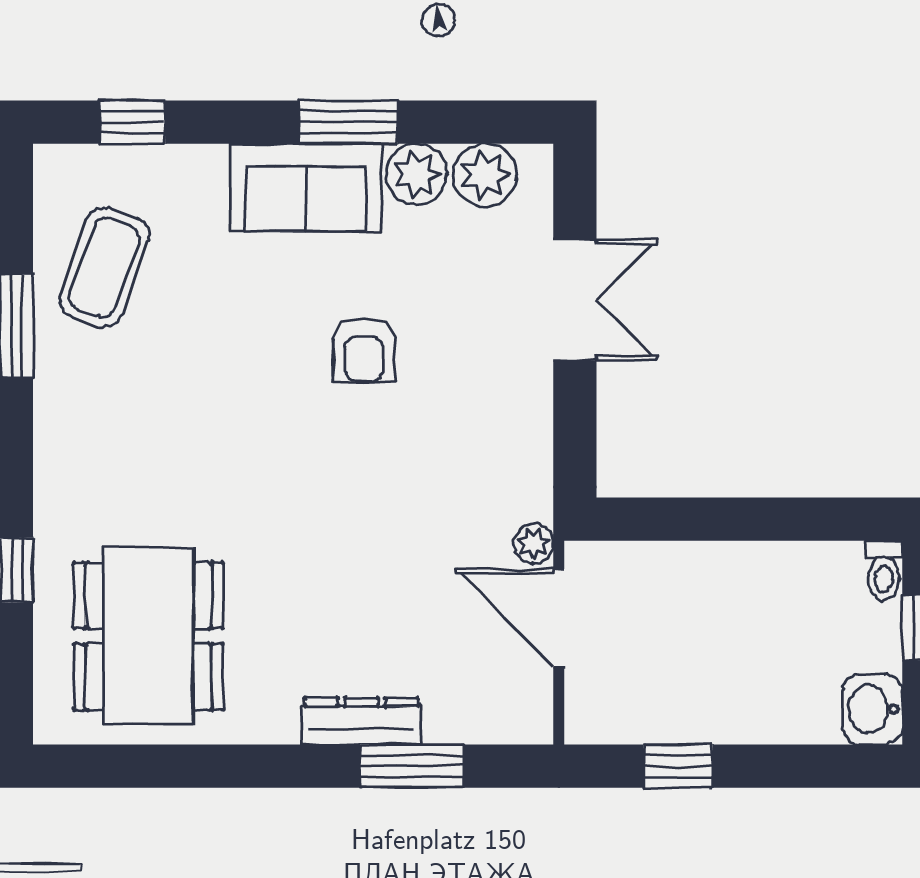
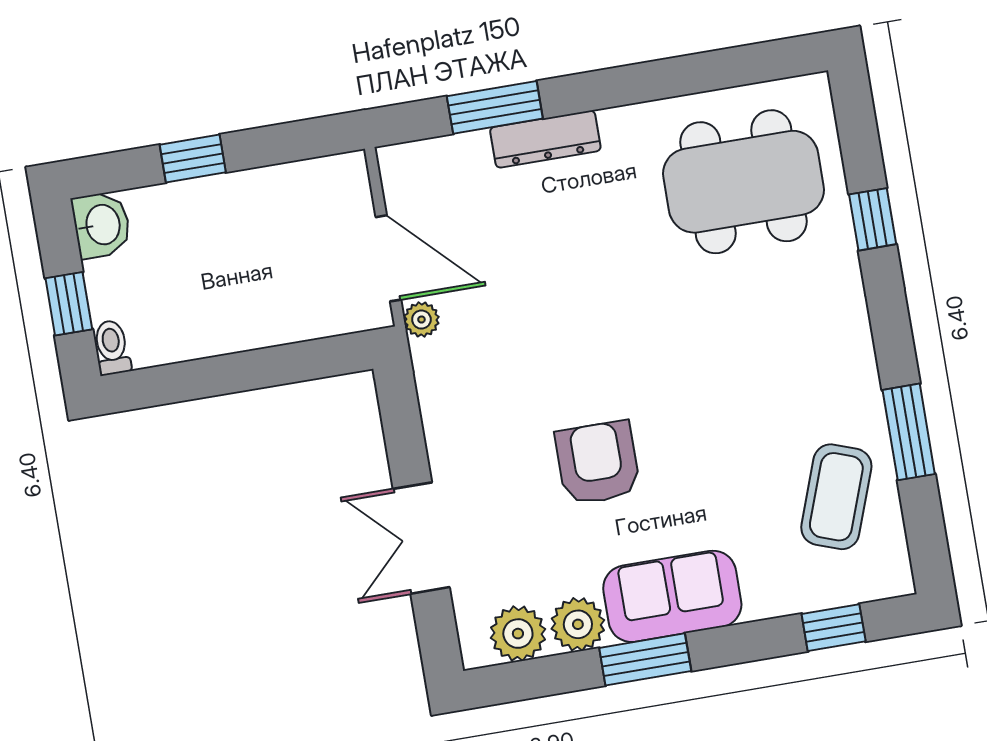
armchair: (364, 350) -> (598, 463), width x1.38, depth x1.38
dining table: (148, 636) -> (743, 182), turned 90
window: (678, 766) -> (193, 158), moved

